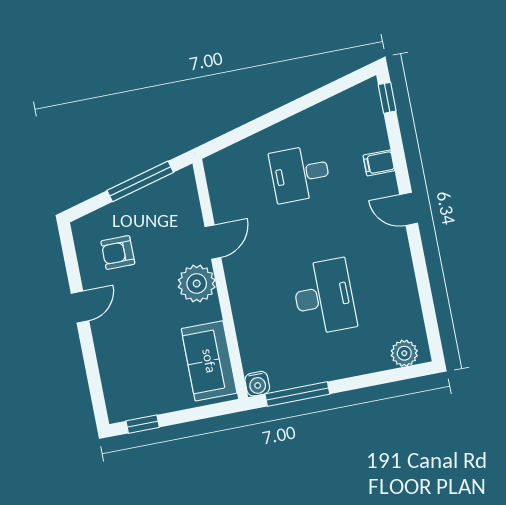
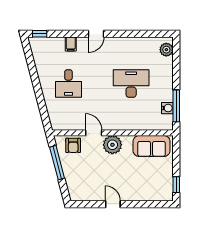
armchair: (118, 253) -> (73, 145), moved
water cooler: (257, 384) -> (167, 108), moved

